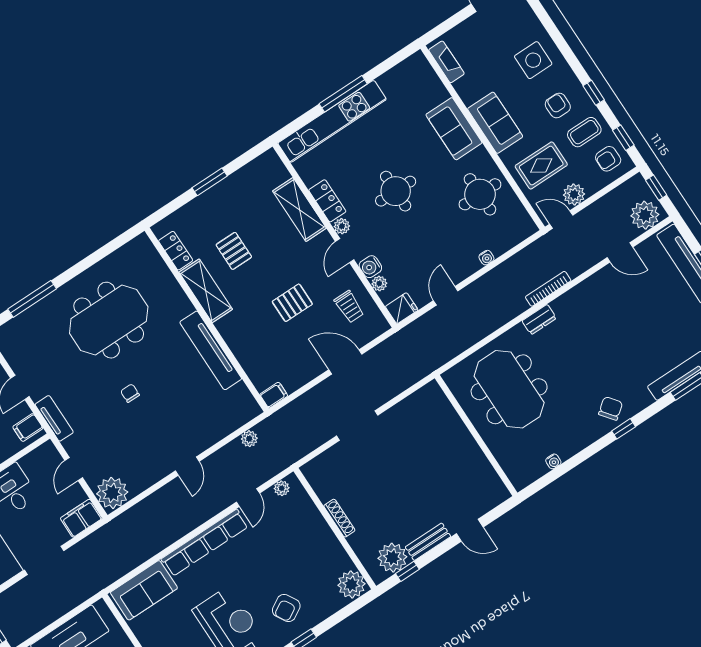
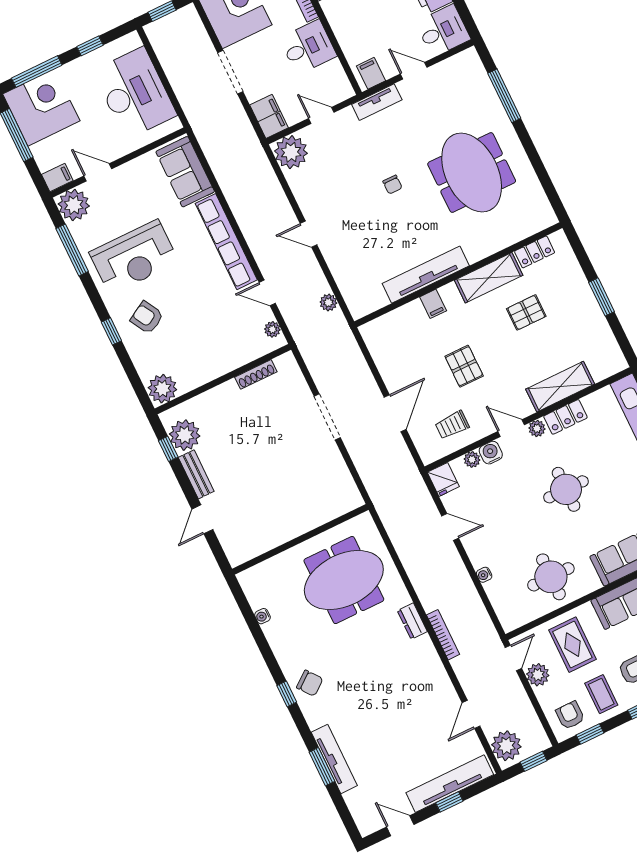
chair: (130, 393) -> (392, 185), turned 90
filing cabinet: (274, 395) -> (433, 304), moved
shoe rack: (339, 518) -> (256, 374), moved

